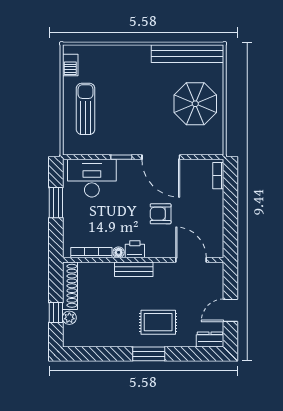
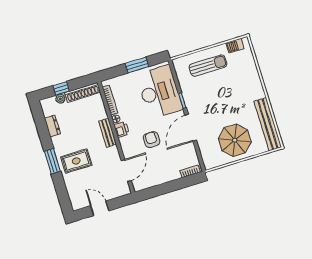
desk: (92, 178) -> (159, 92), width x1.36, depth x1.30
rug: (158, 322) -> (76, 161), turned 90
dresser: (210, 339) -> (52, 126), moved

